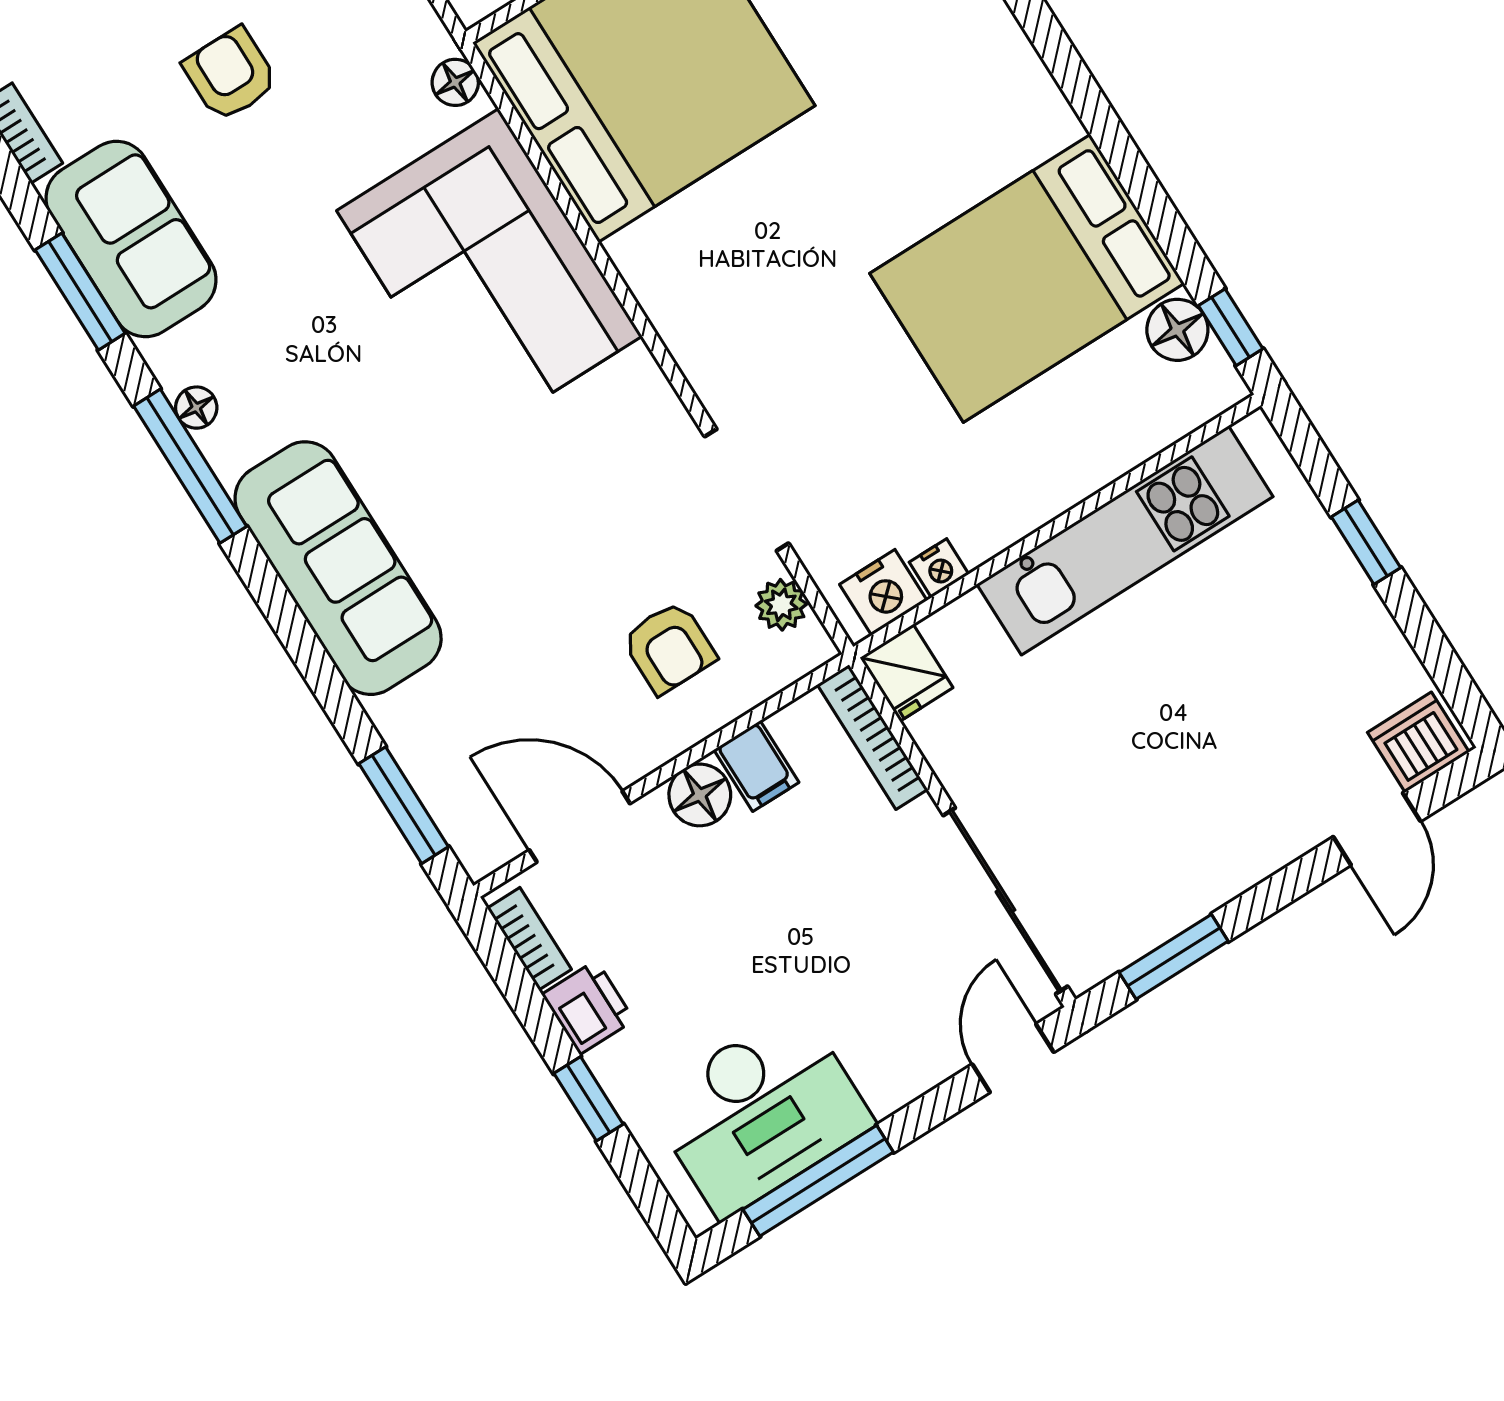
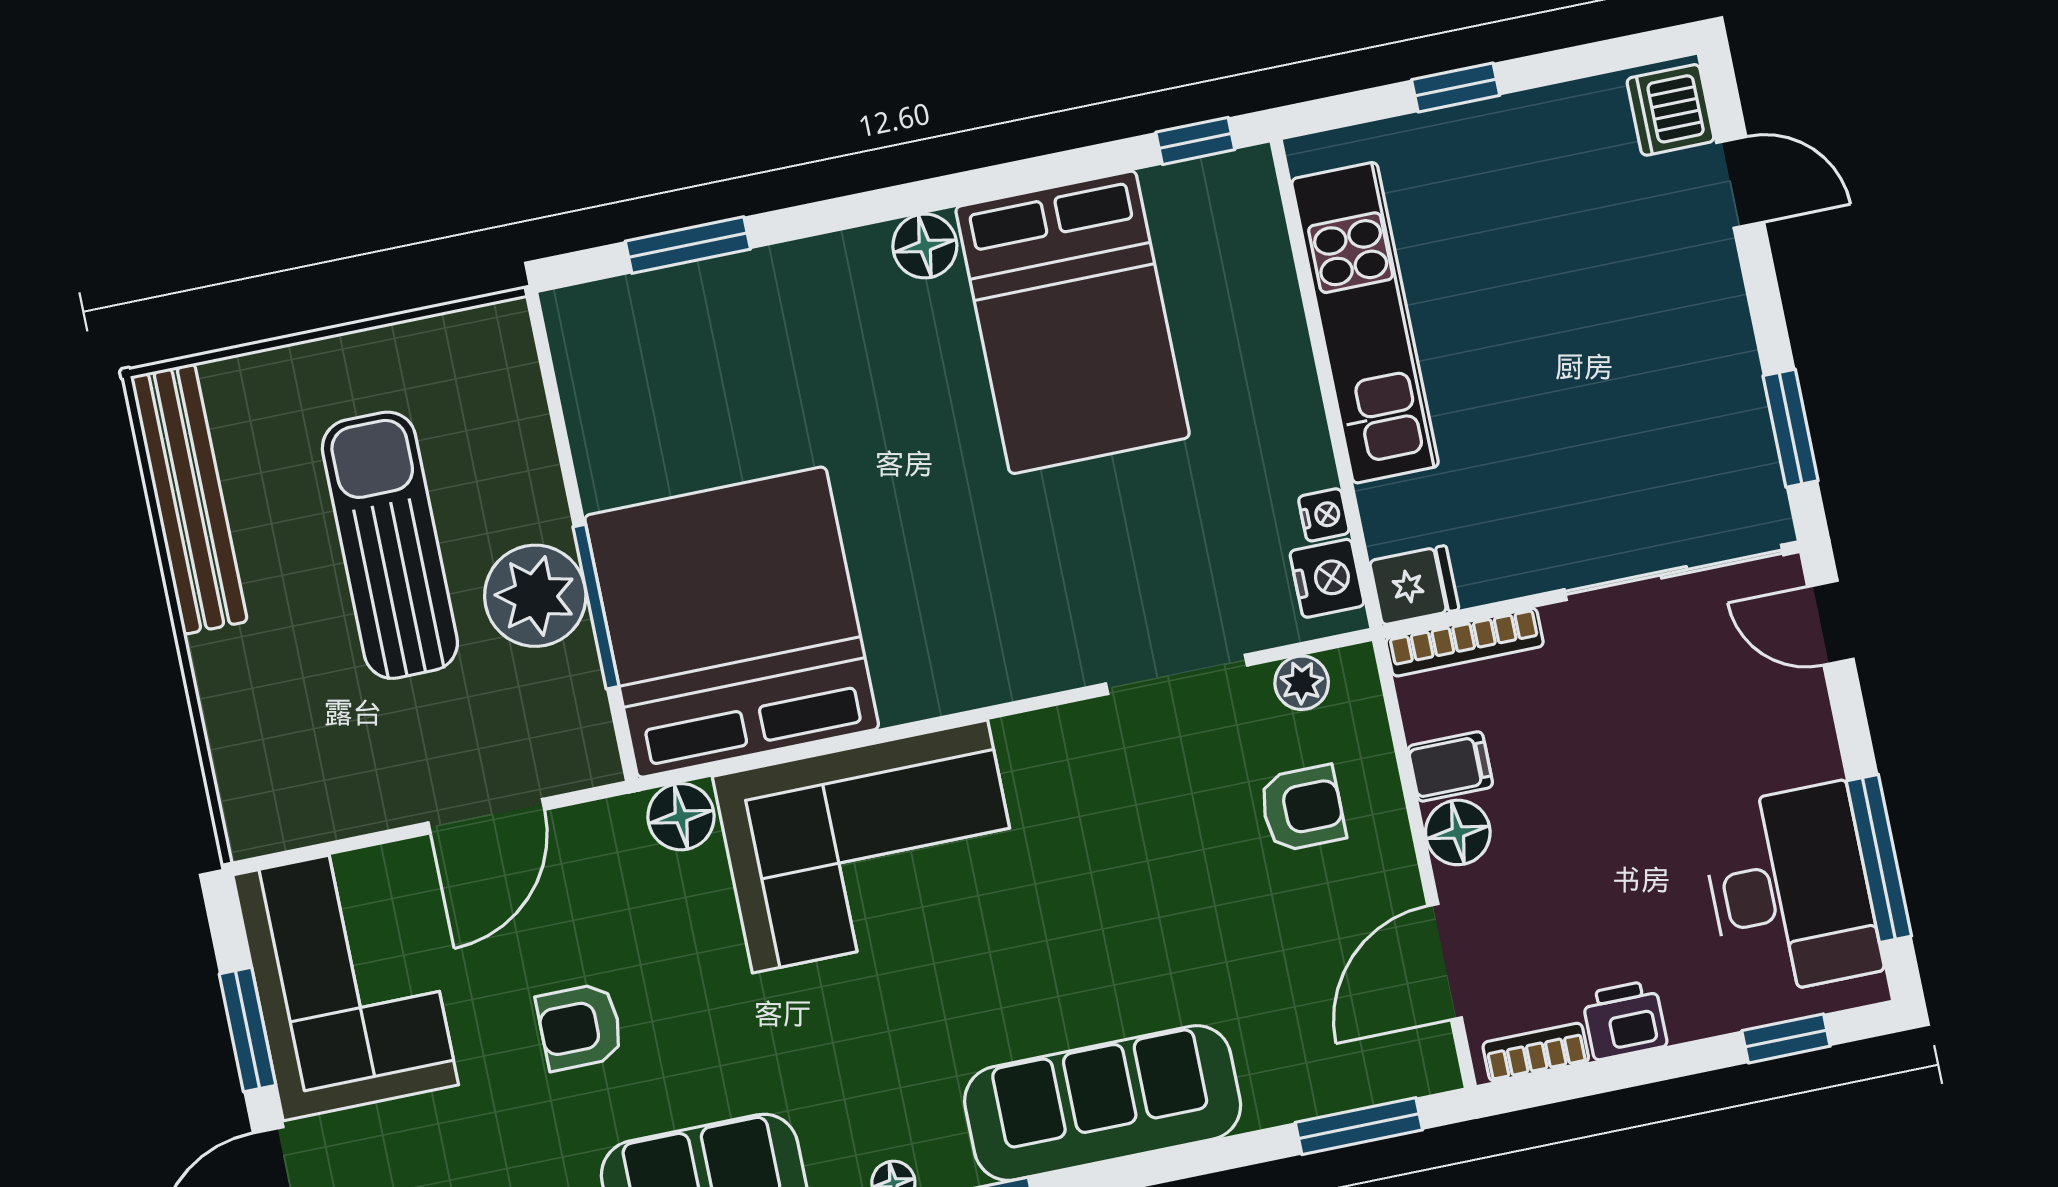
floor lamp: (455, 82) -> (681, 817), width x1.37, depth x1.37
floor lamp: (1177, 330) -> (925, 246), moved
window: (588, 1099) -> (1786, 1038), moved

